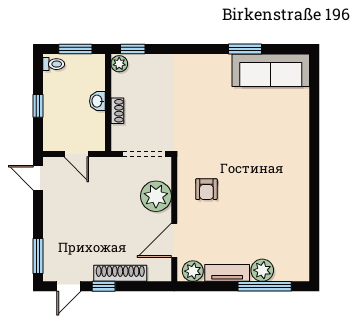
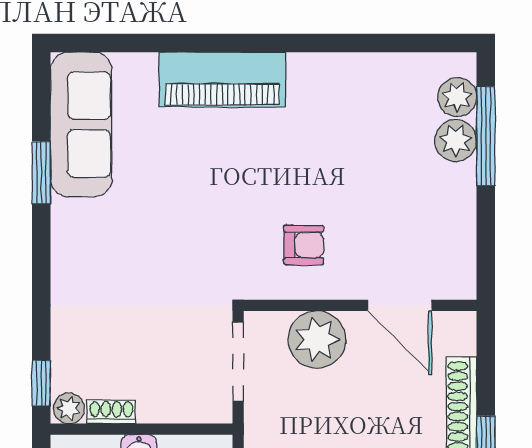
shoe rack: (117, 111) -> (111, 412), moved
piano: (295, 146) -> (222, 80), added
plant: (193, 271) -> (457, 97), moved
tv unit: (227, 273) -> (461, 206), removed

